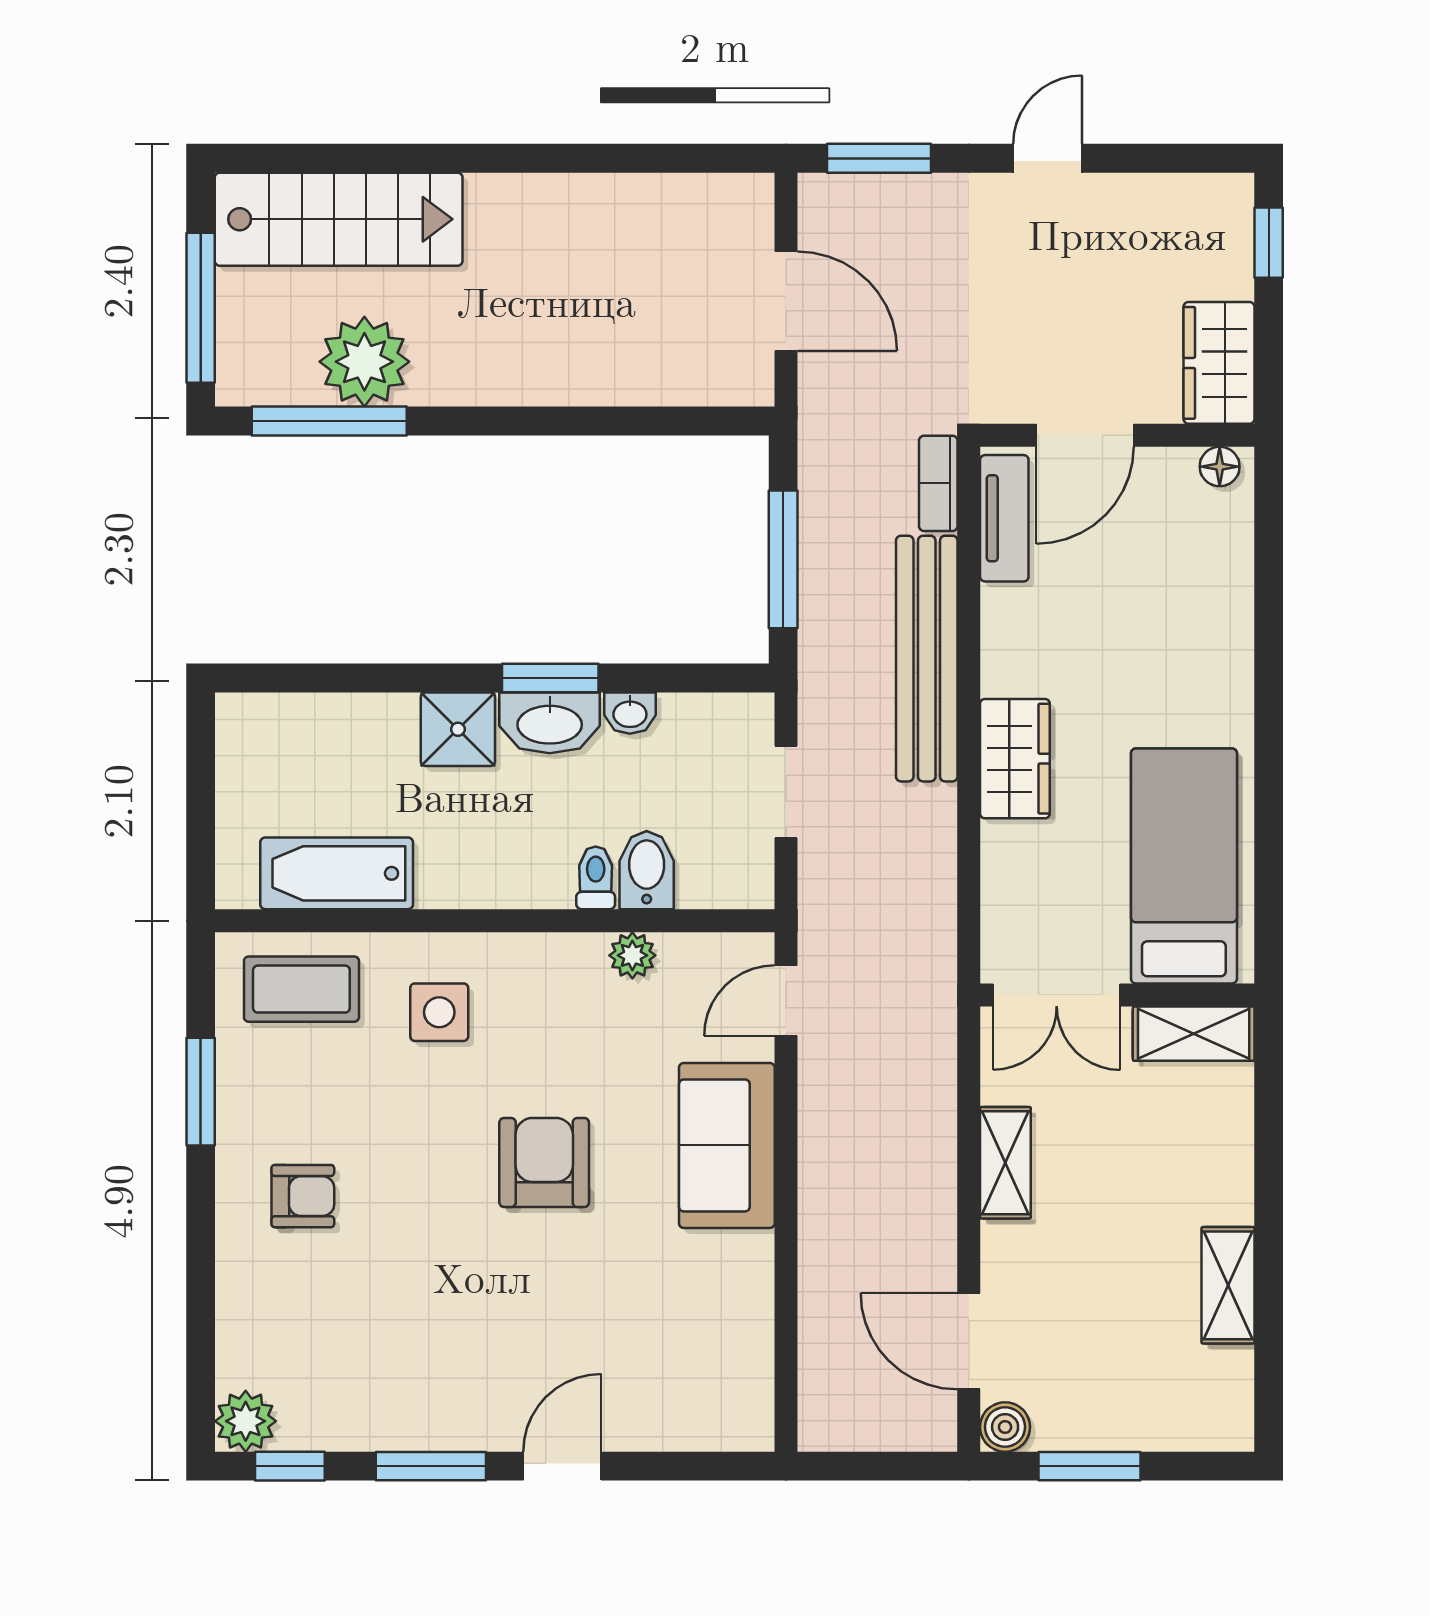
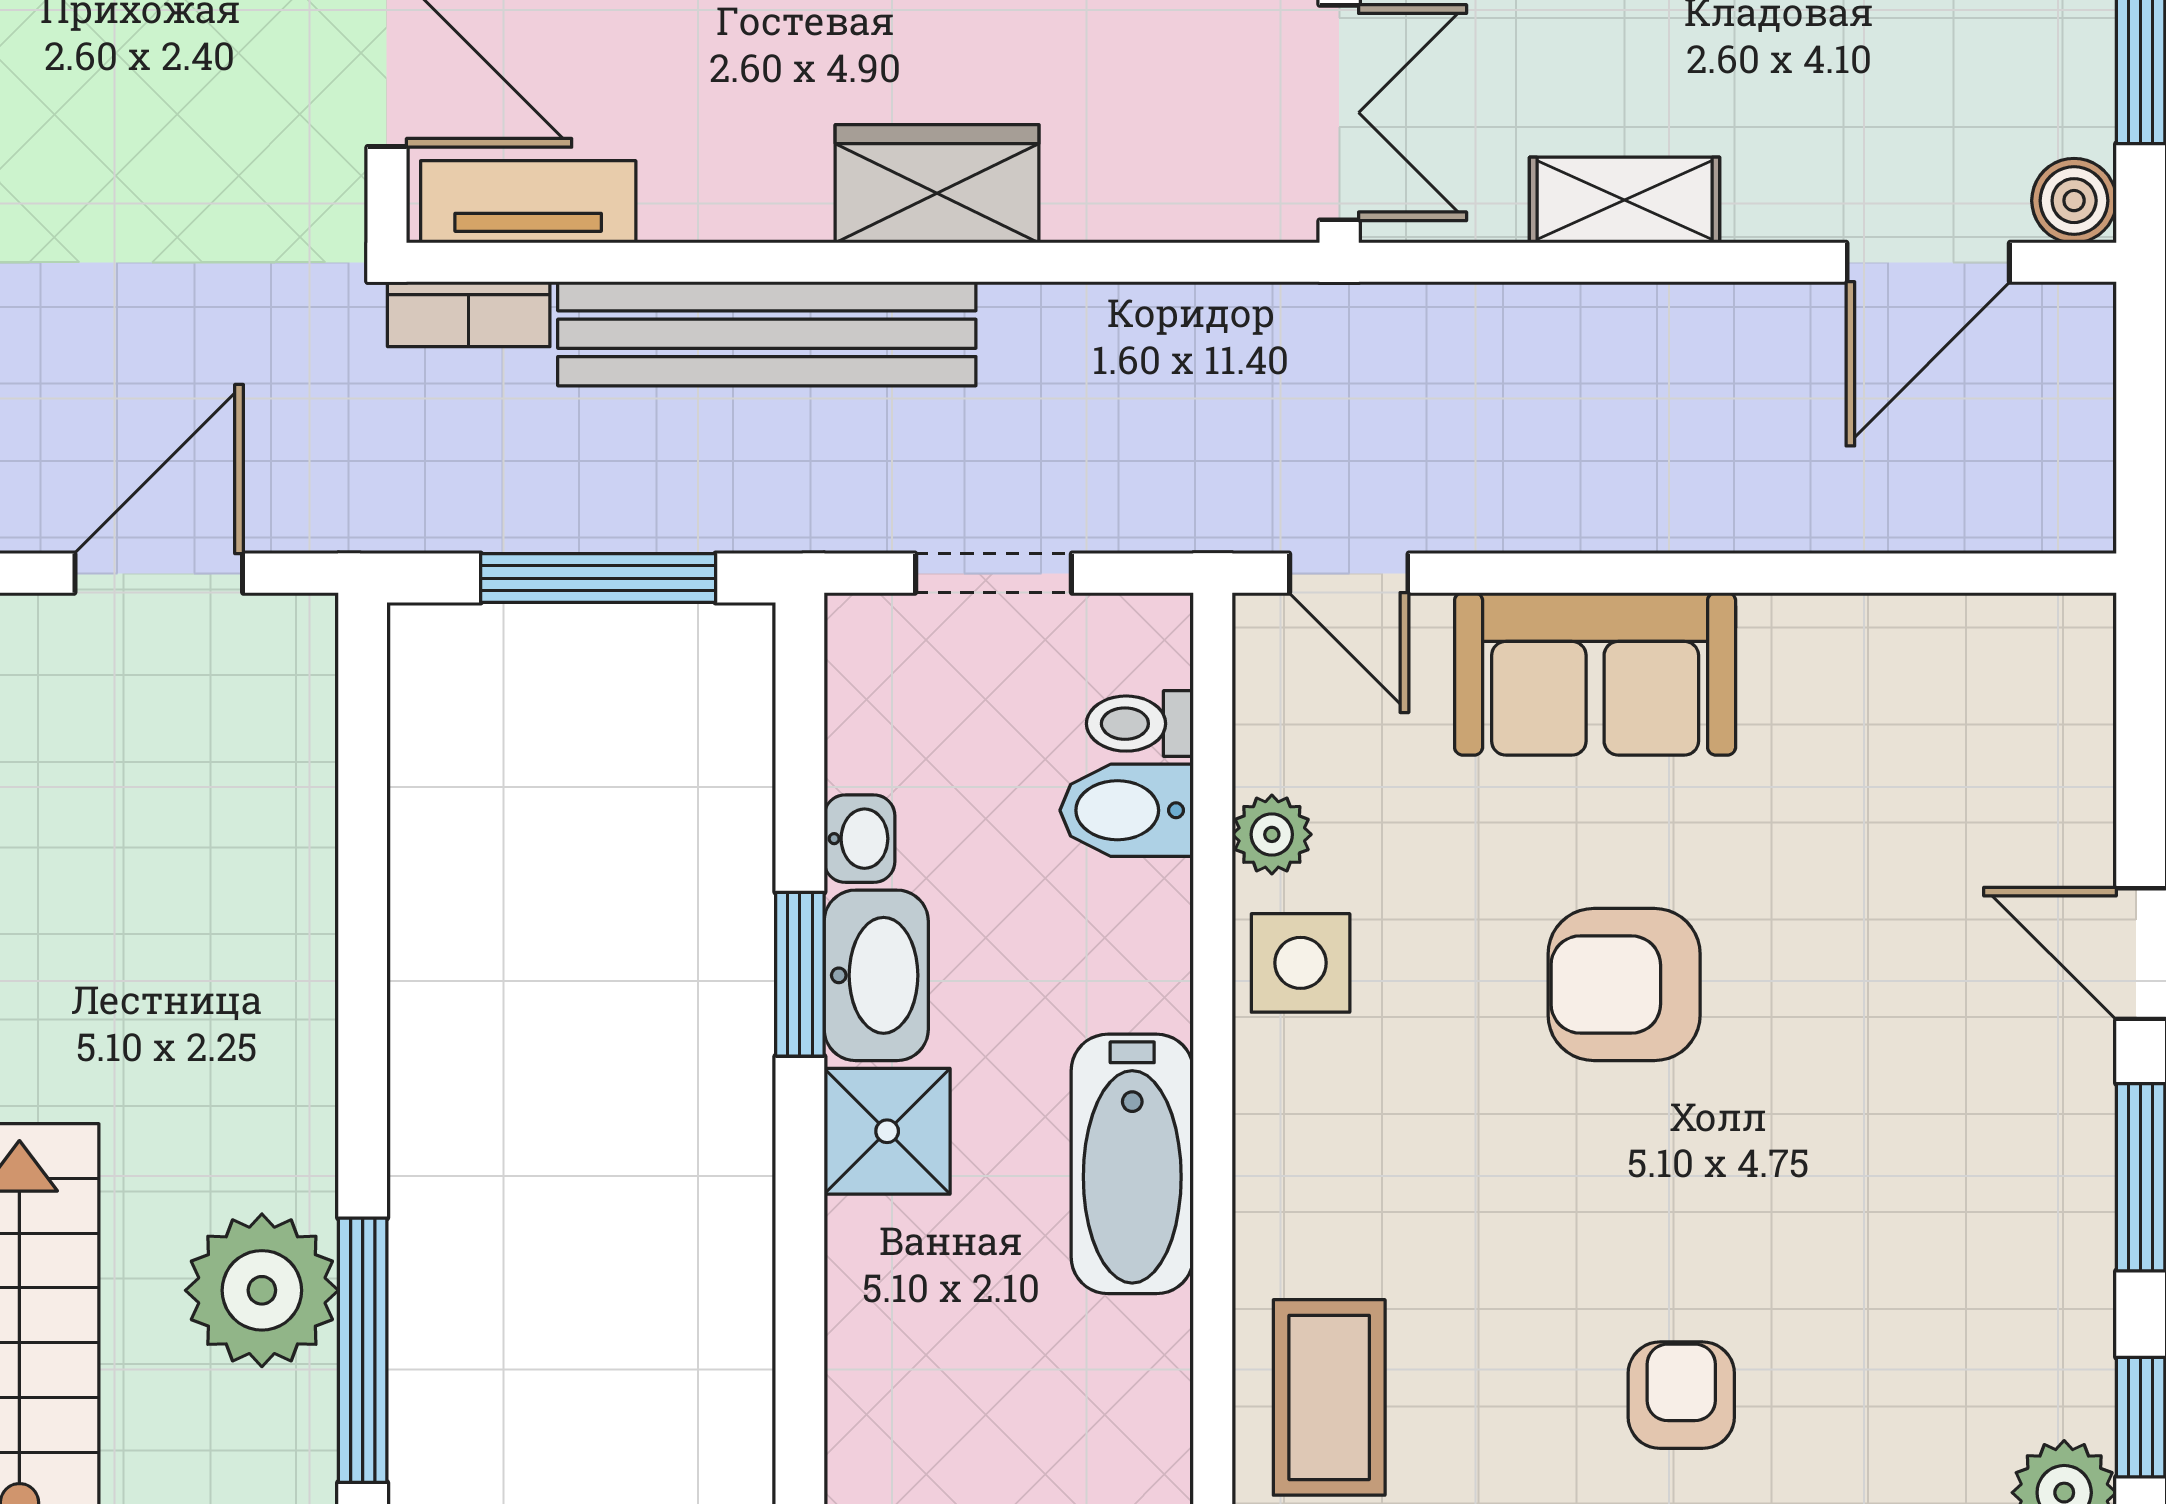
bathtub: (337, 873) -> (1132, 1164), moved
toilet: (596, 878) -> (1140, 724), moved
side table: (439, 1012) -> (1301, 963), moved

